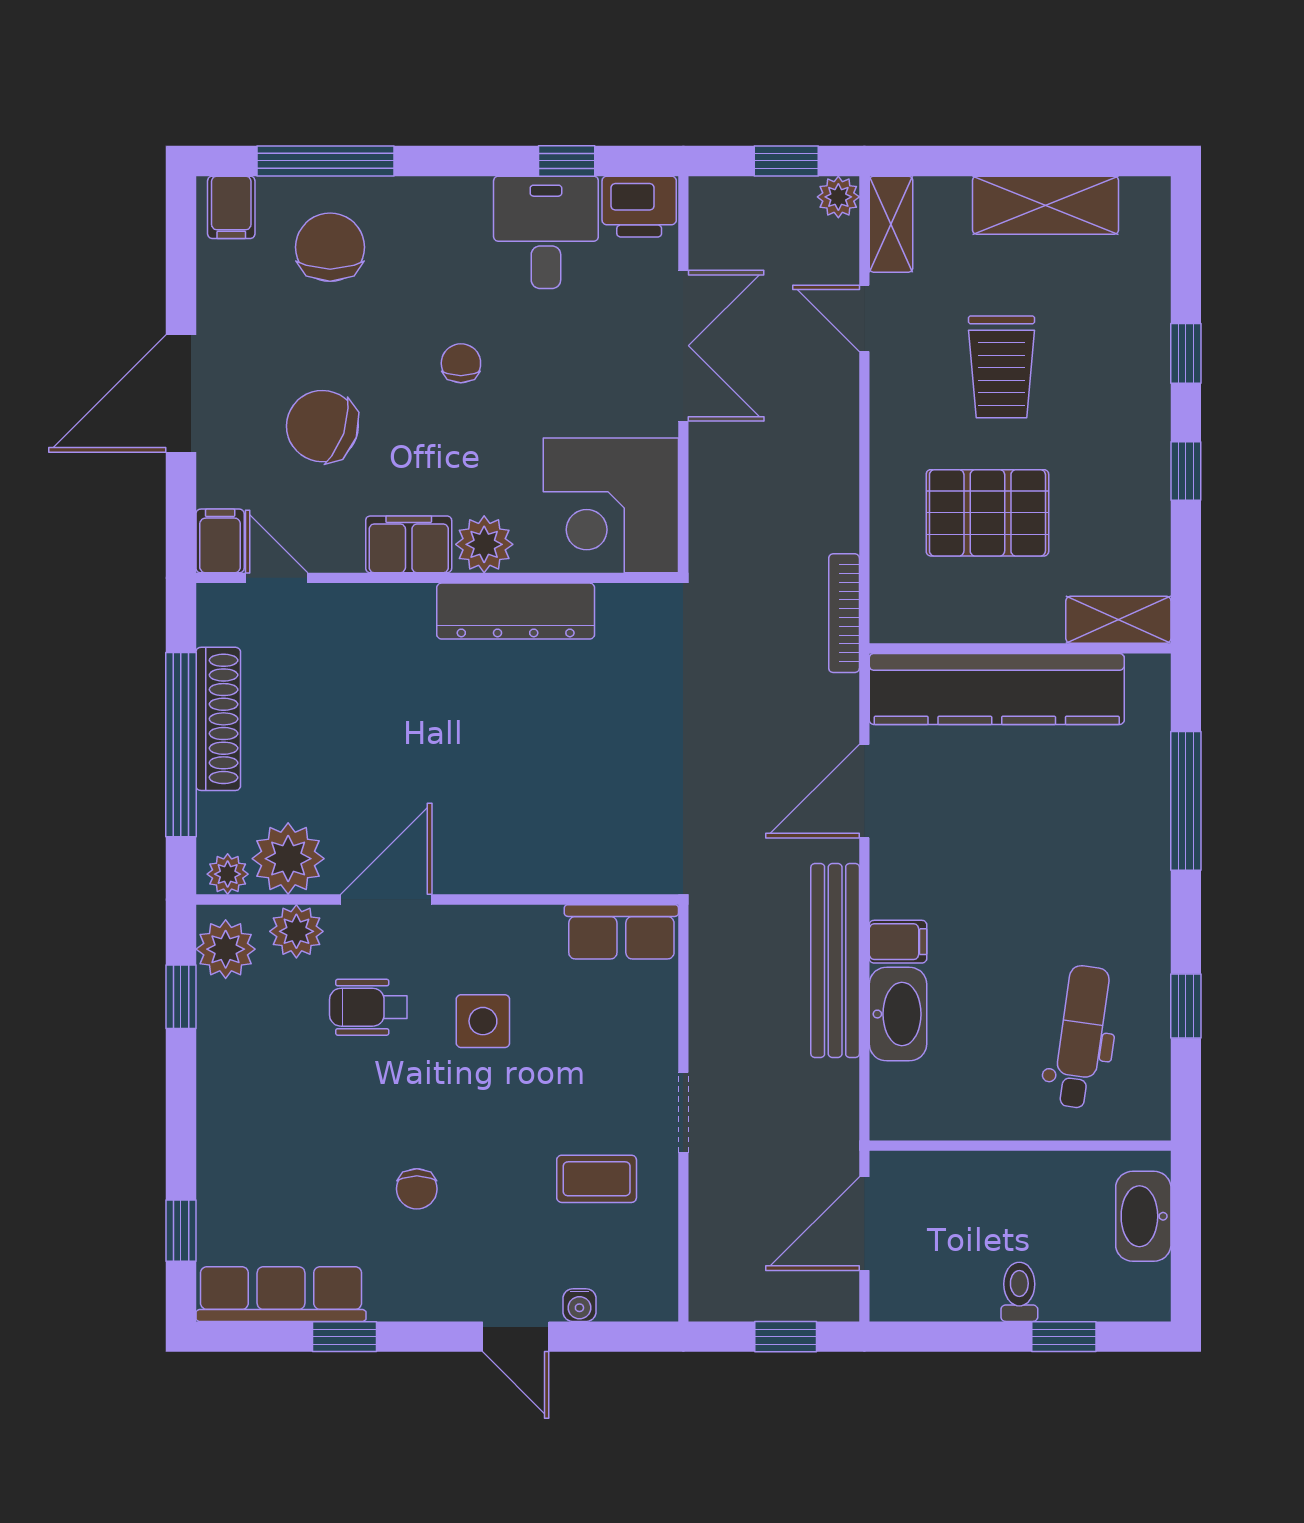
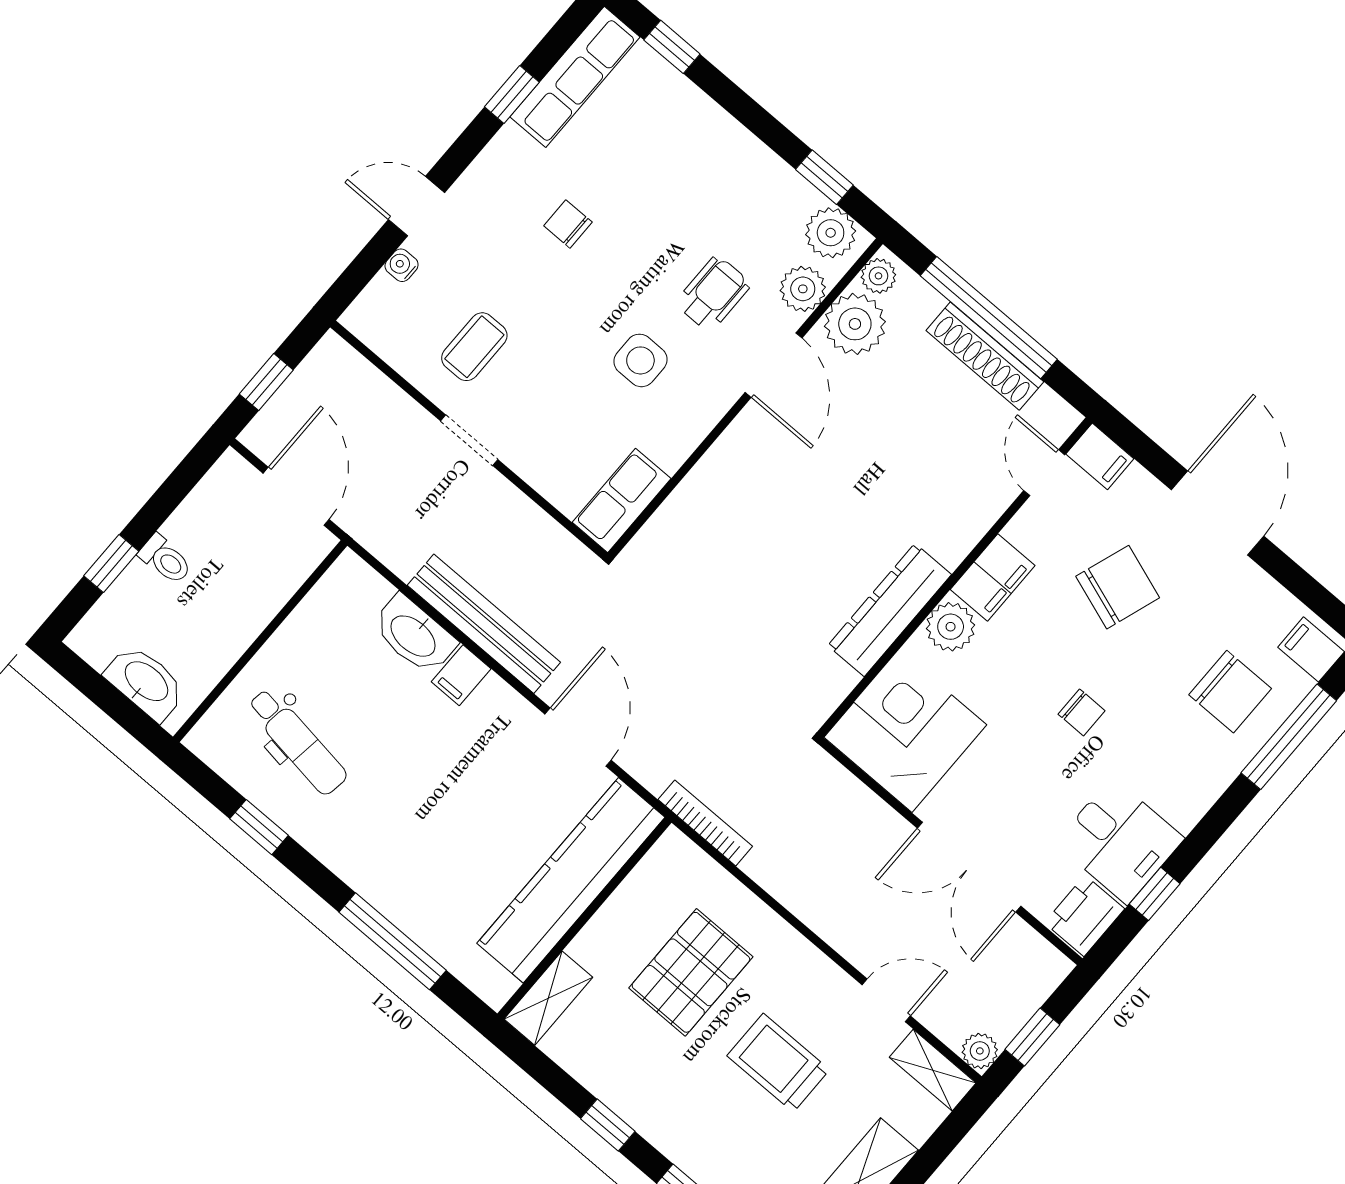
door: (277, 578) -> (1044, 473), swing flipped

